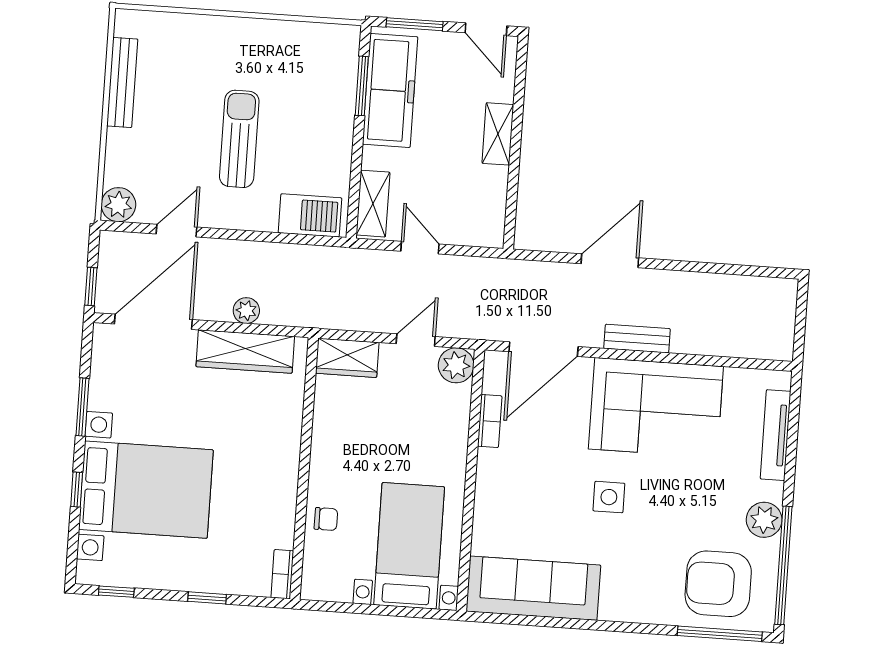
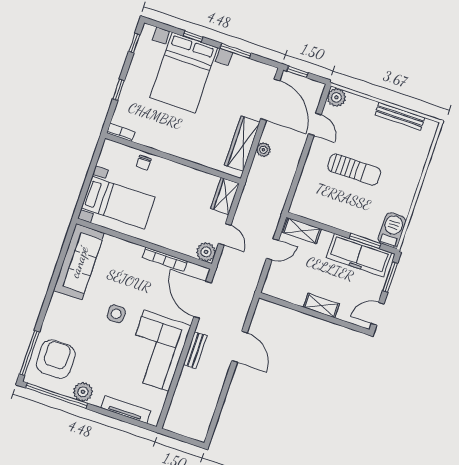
barbecue: (310, 215) -> (392, 230), moved, turned 180
bookcase: (490, 421) -> (165, 259), width x1.56

